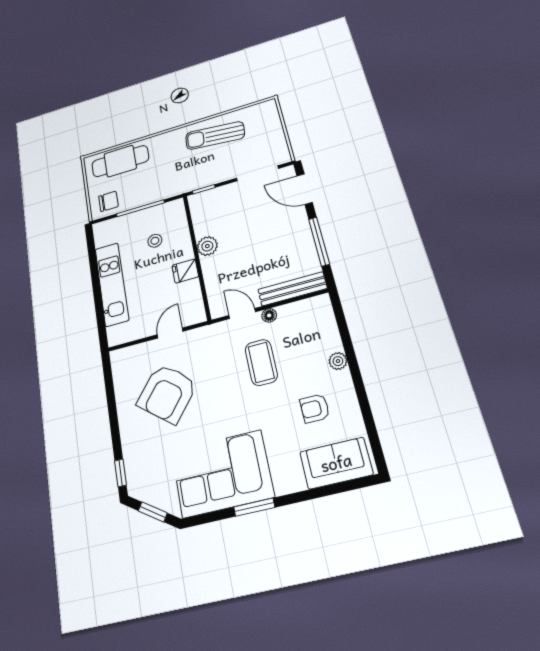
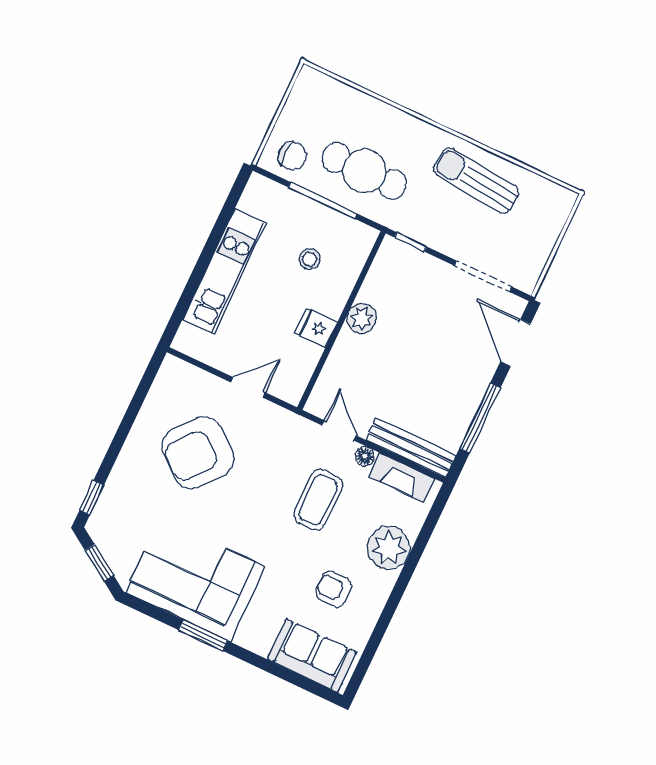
cafe table: (120, 161) -> (364, 171), moved
fireplace: (301, 309) -> (402, 477), added
plant: (338, 361) -> (389, 548), width x1.87, depth x1.87

